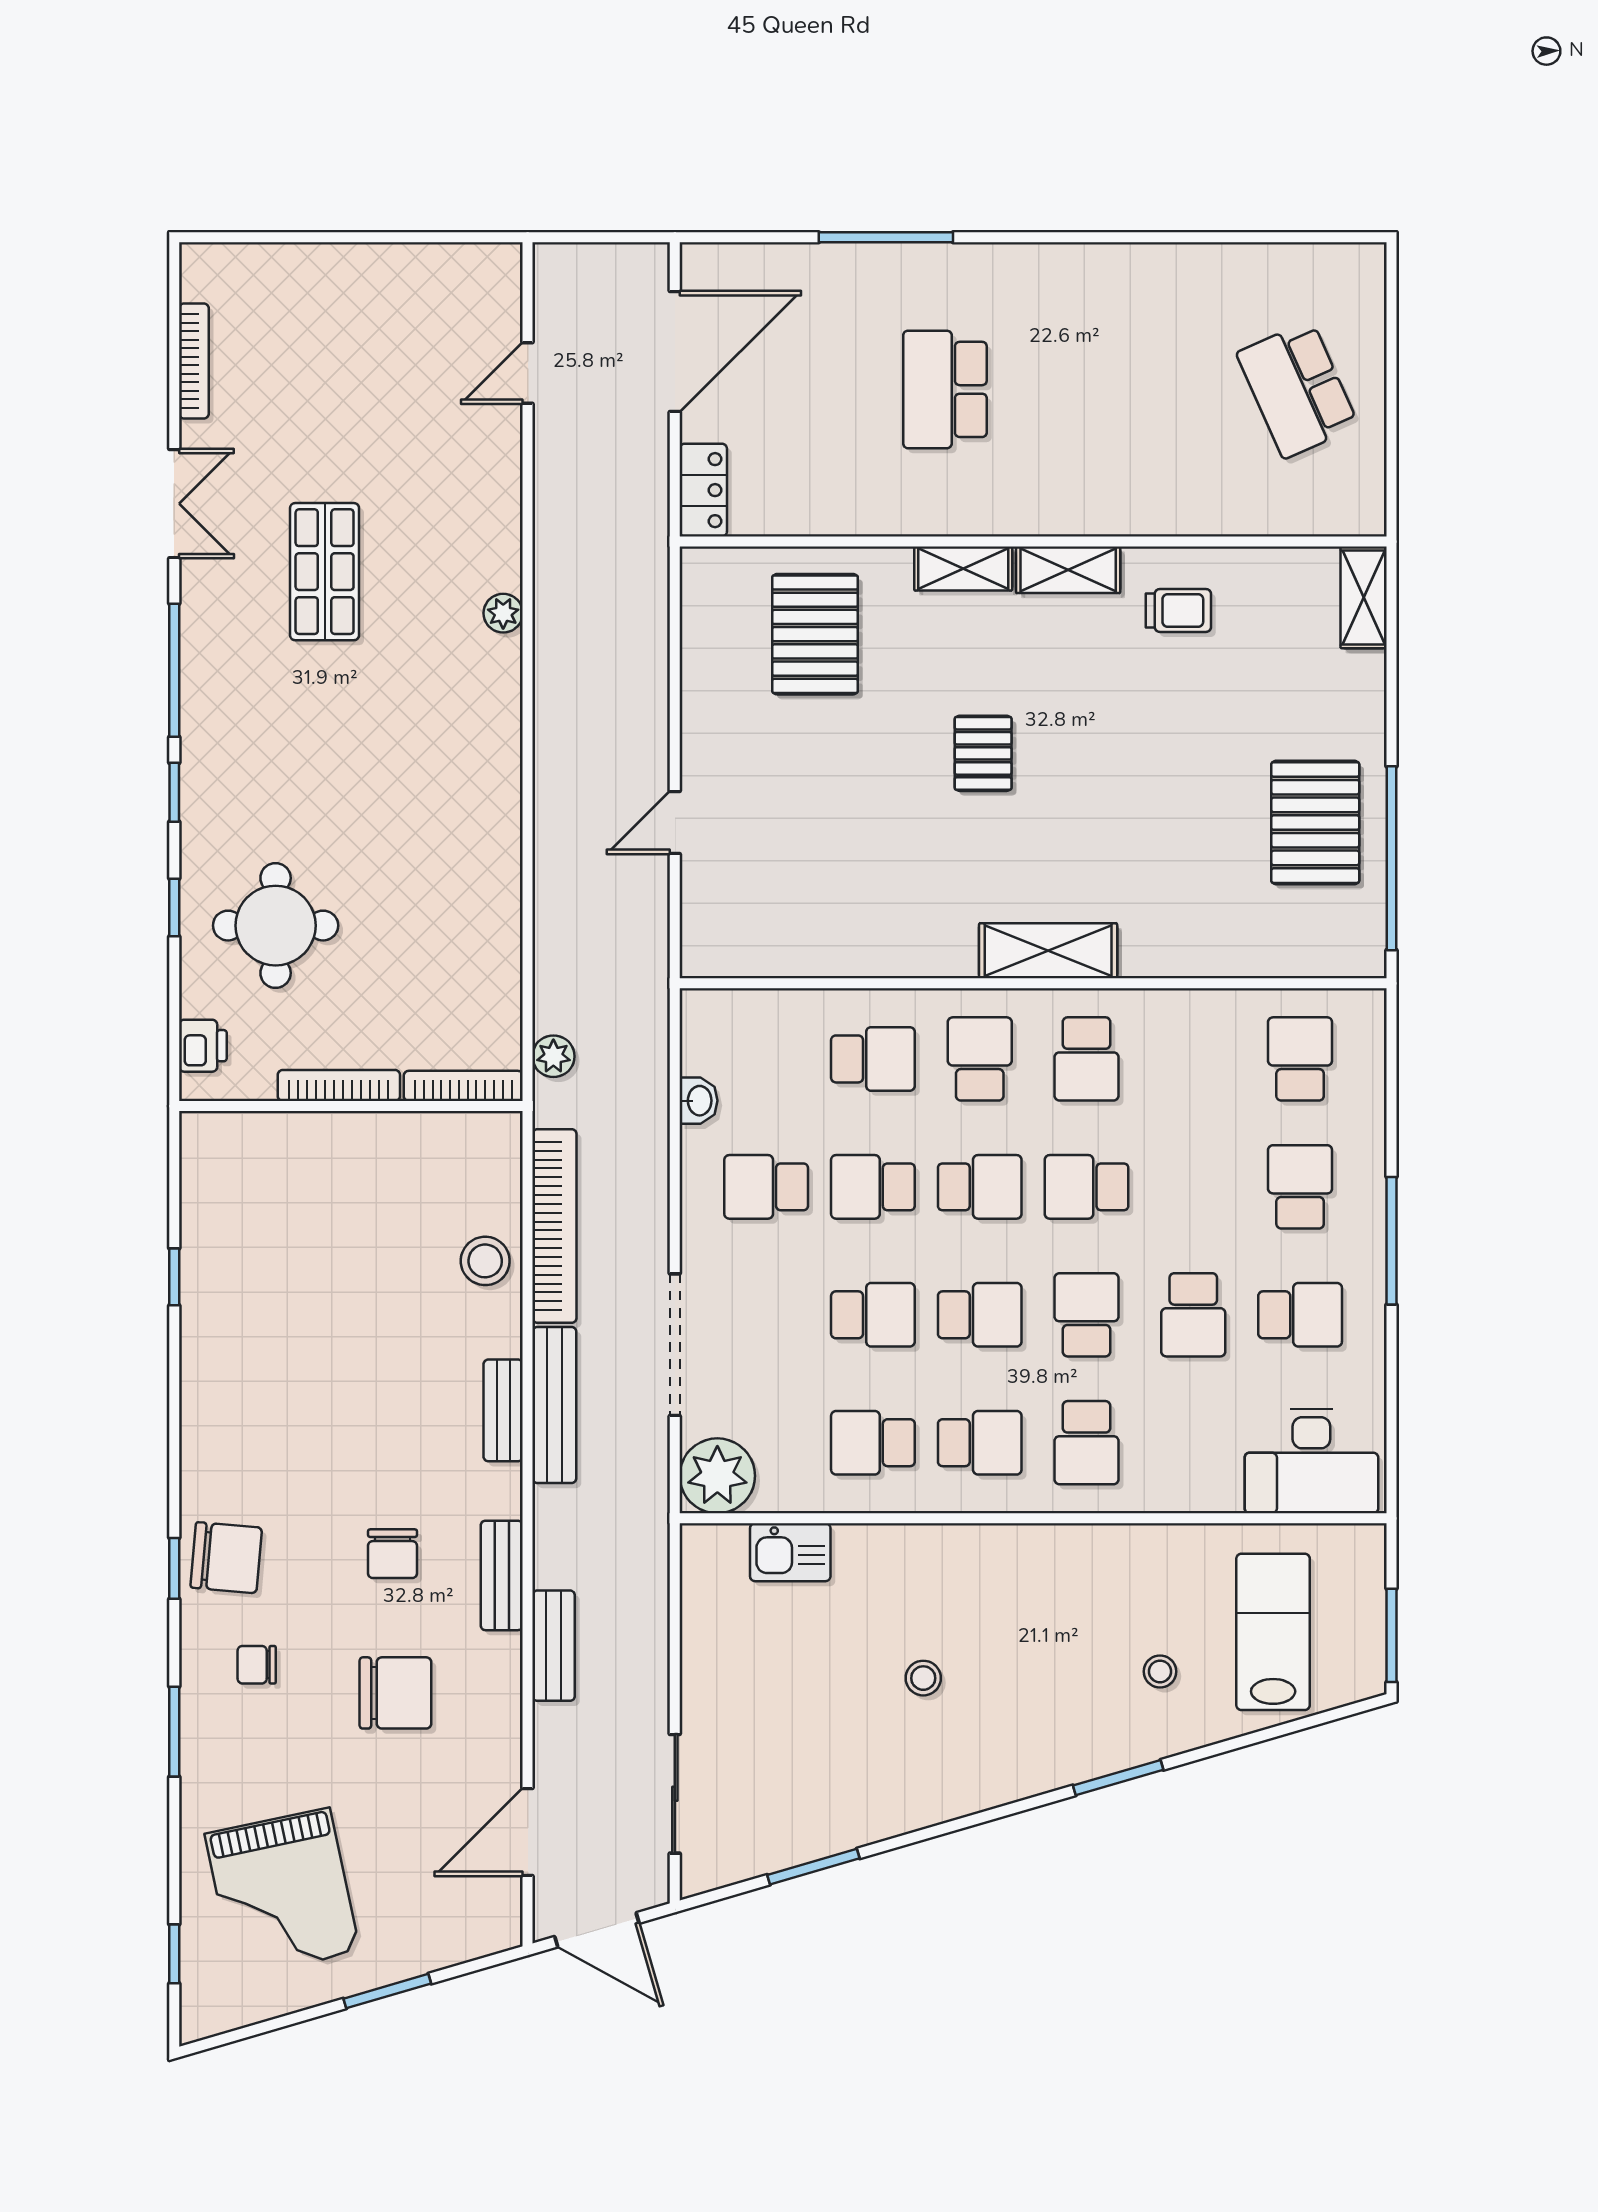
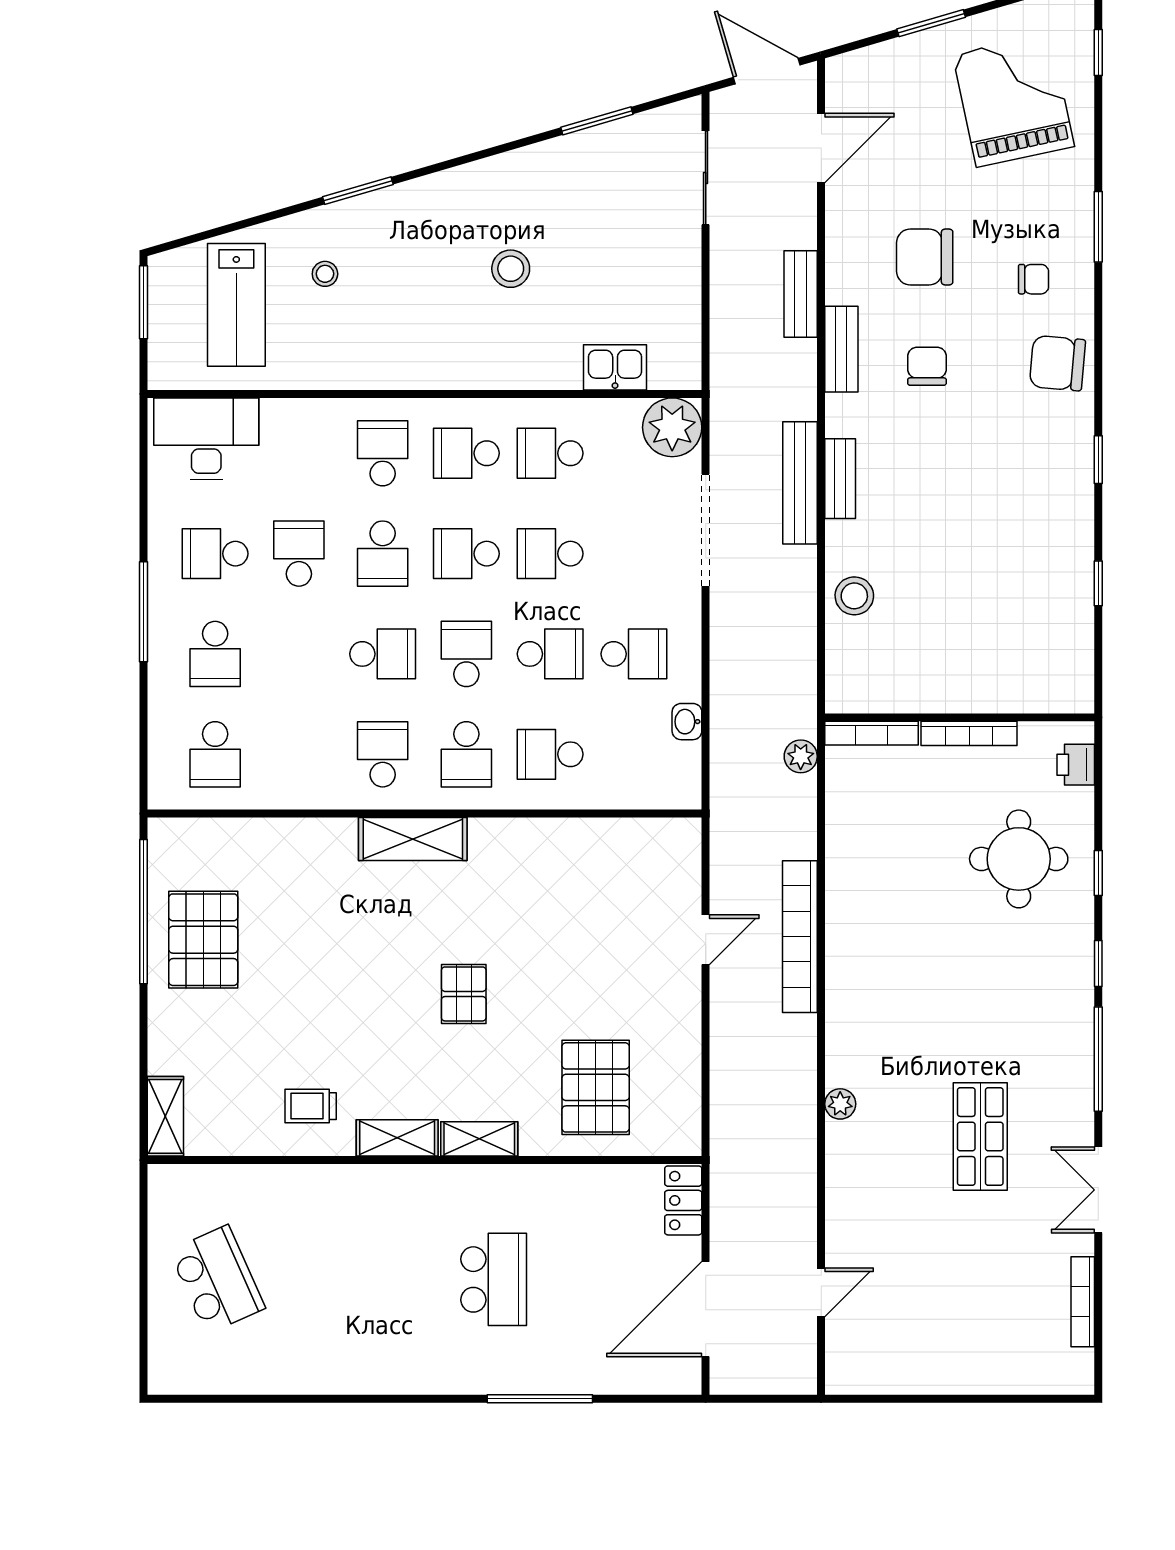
school desk: (980, 1187) -> (466, 654), turned 90
bookcase: (554, 1226) -> (800, 937), moved
school desk: (873, 1443) -> (550, 453), turned 180
window: (174, 1568) -> (1098, 460), moved
stool: (923, 1678) -> (511, 269), width x1.37, depth x1.37

